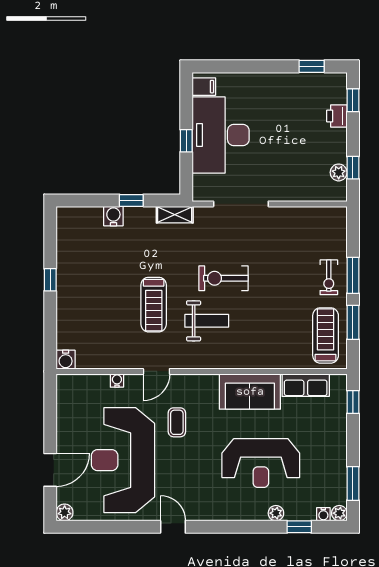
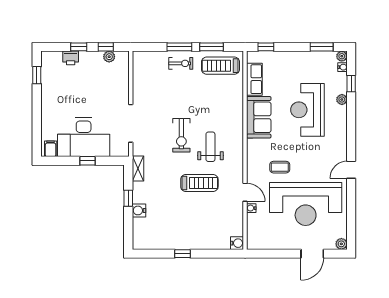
window: (353, 100) -> (79, 47), moved
door: (156, 371) -> (245, 192), moved
reception desk: (261, 463) -> (308, 110), turned 180
door: (50, 470) -> (312, 254), swing flipped

